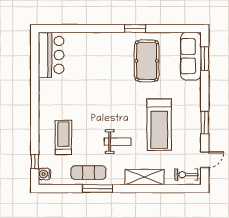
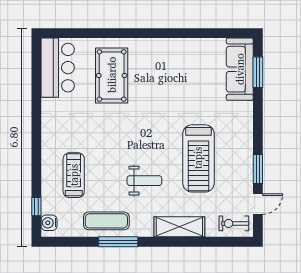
window: (135, 29) -> (167, 33), removed
pool table: (147, 61) -> (112, 75), moved
window: (205, 123) -> (258, 169), moved

